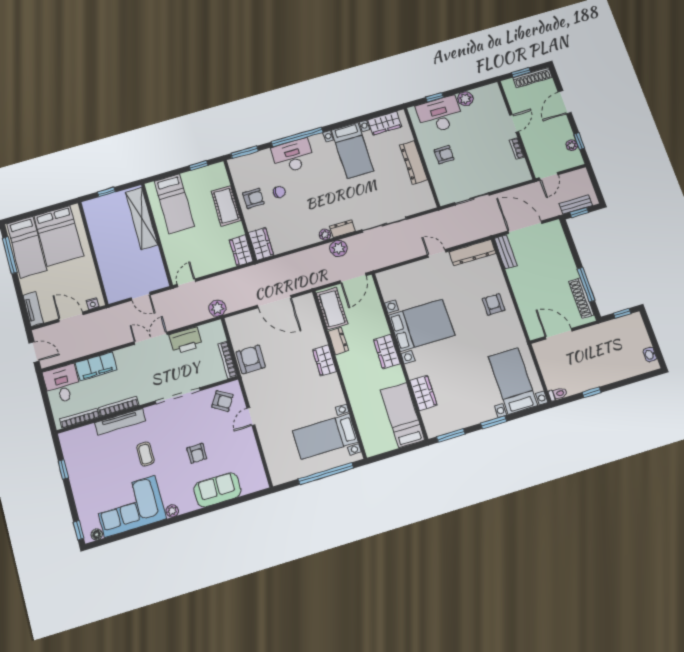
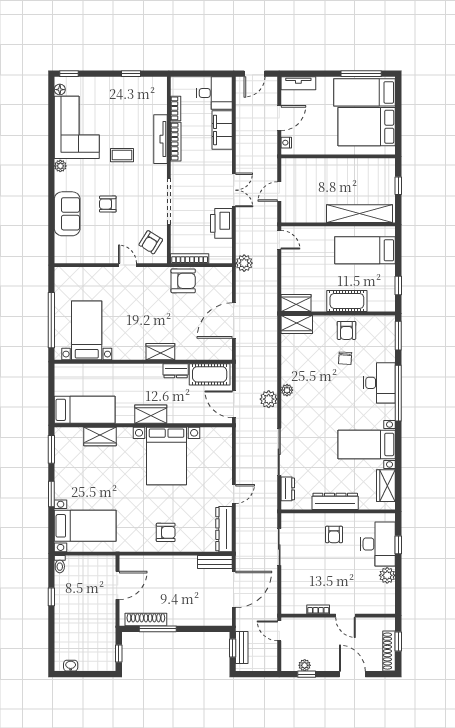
dresser: (342, 229) -> (288, 489), moved
bookcase: (80, 418) -> (176, 108), width x0.64

